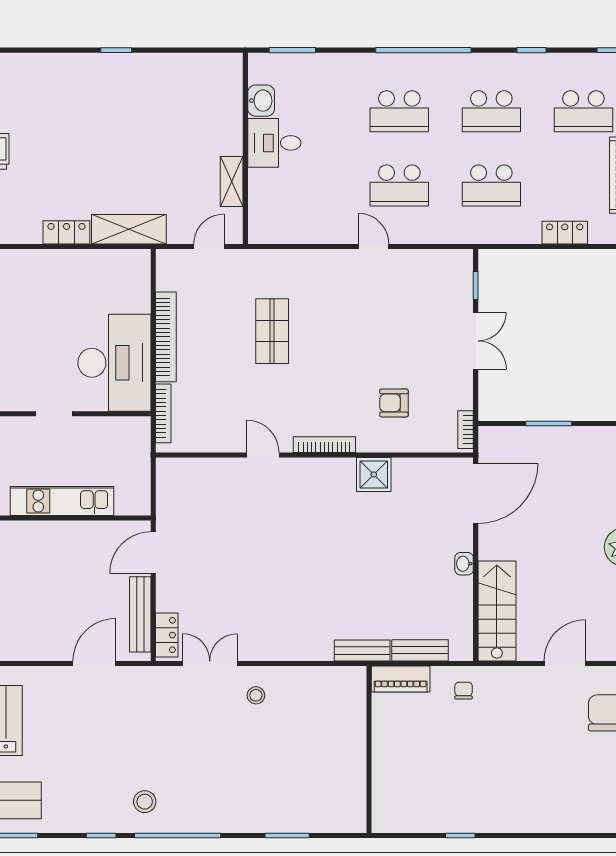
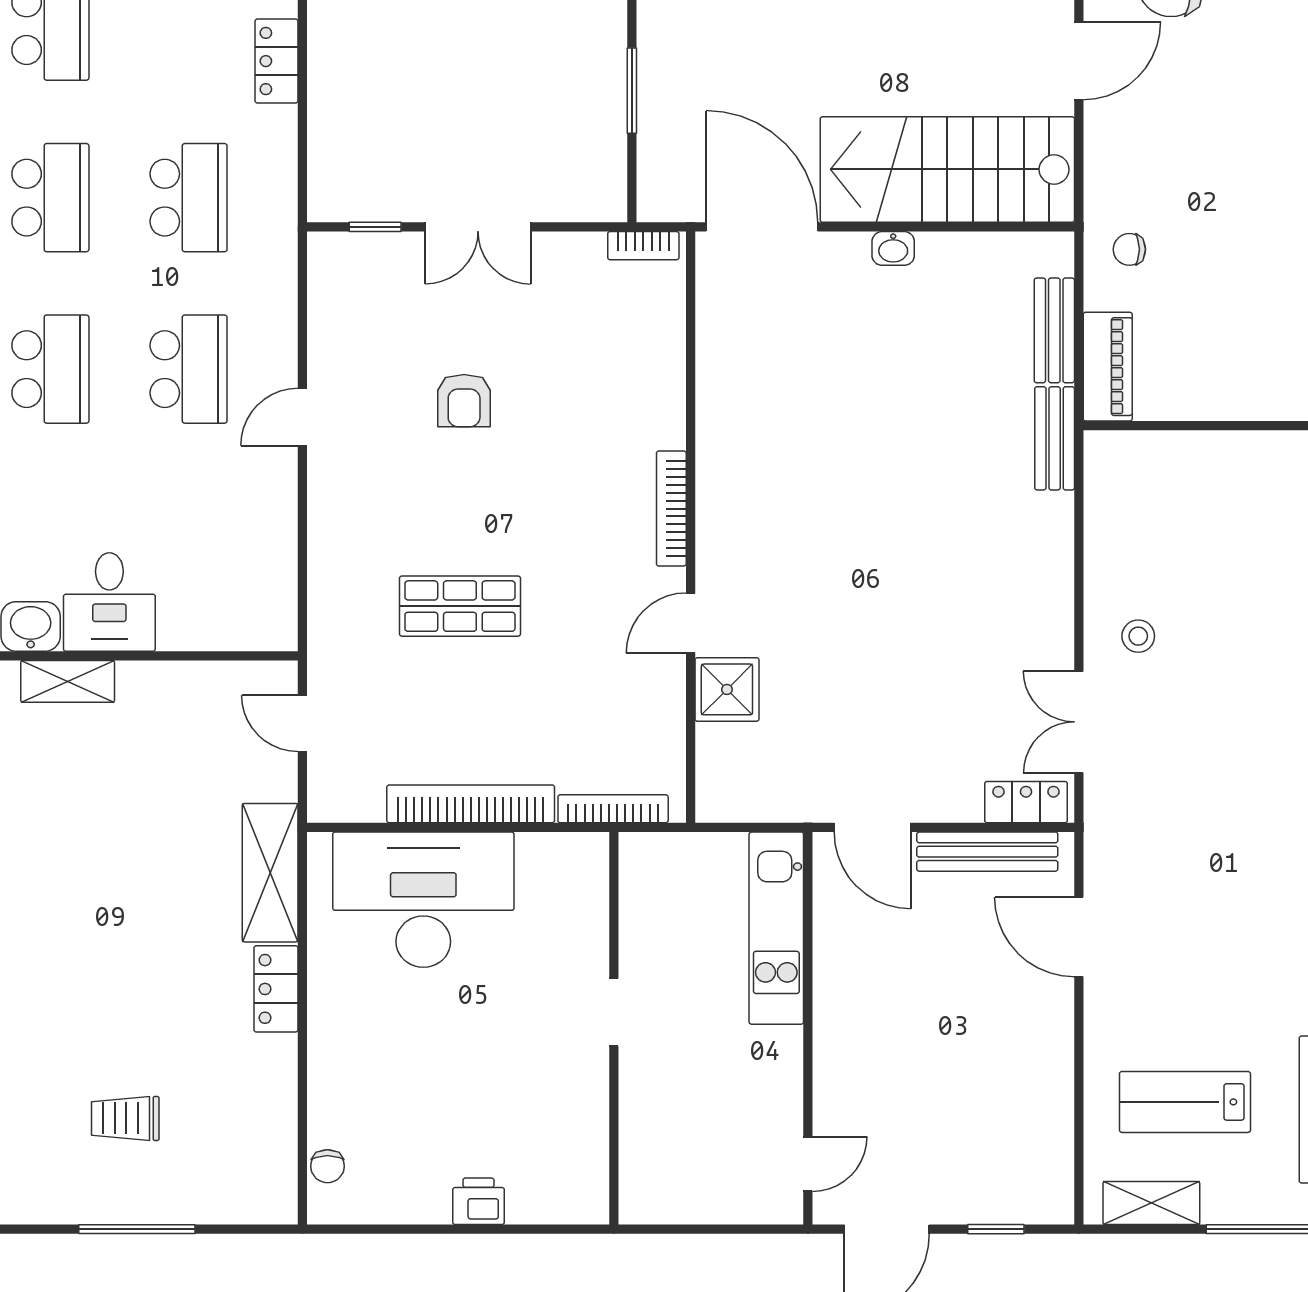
shelving: (232, 182) -> (68, 681), moved
double door: (476, 341) -> (478, 227), swing flipped
desk: (114, 363) -> (423, 900), moved
armchair: (394, 403) -> (464, 401), moved
shower: (374, 475) -> (727, 689), moved
kitchen unit: (62, 501) -> (776, 928), moved
stairs: (497, 611) -> (947, 169), width x1.36, depth x1.51
door: (565, 663) -> (1079, 61), swing flipped

